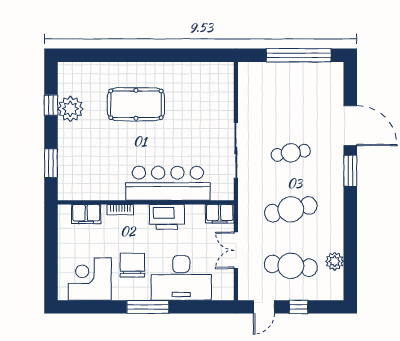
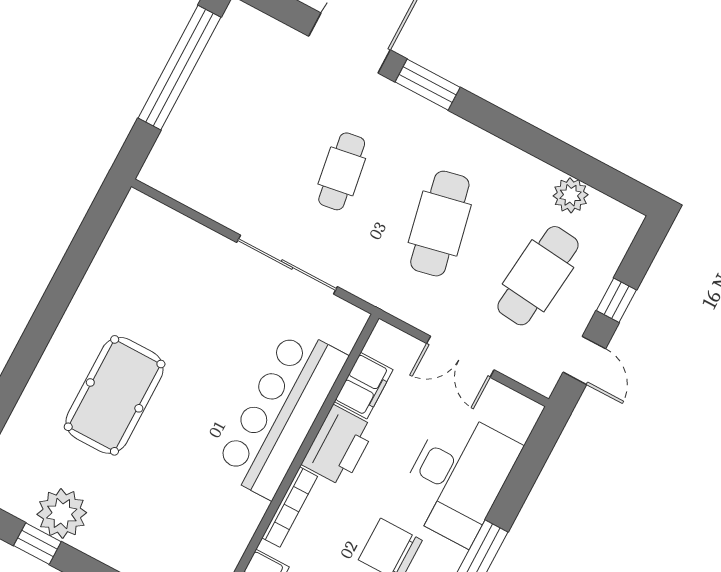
bookcase: (120, 210) -> (290, 507), width x1.56
filing cabinet: (220, 214) -> (364, 386), moved

